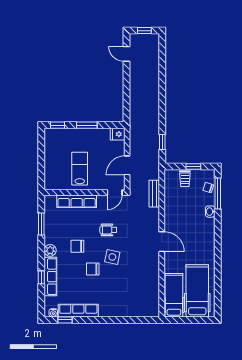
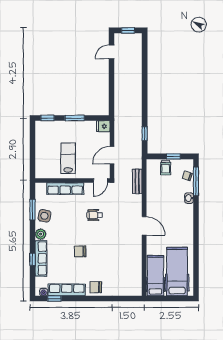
door: (127, 54) -> (112, 52), hinge flipped
chair: (77, 246) -> (96, 287), moved
side table: (112, 257) -> (44, 216), moved

